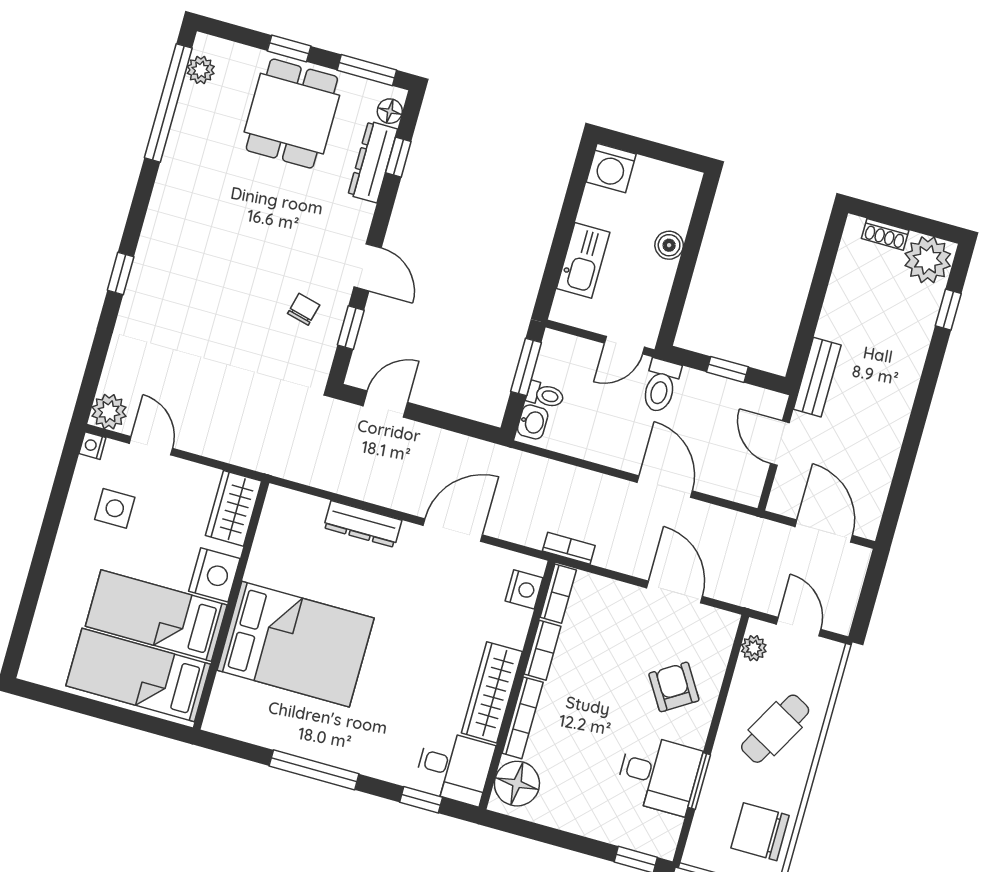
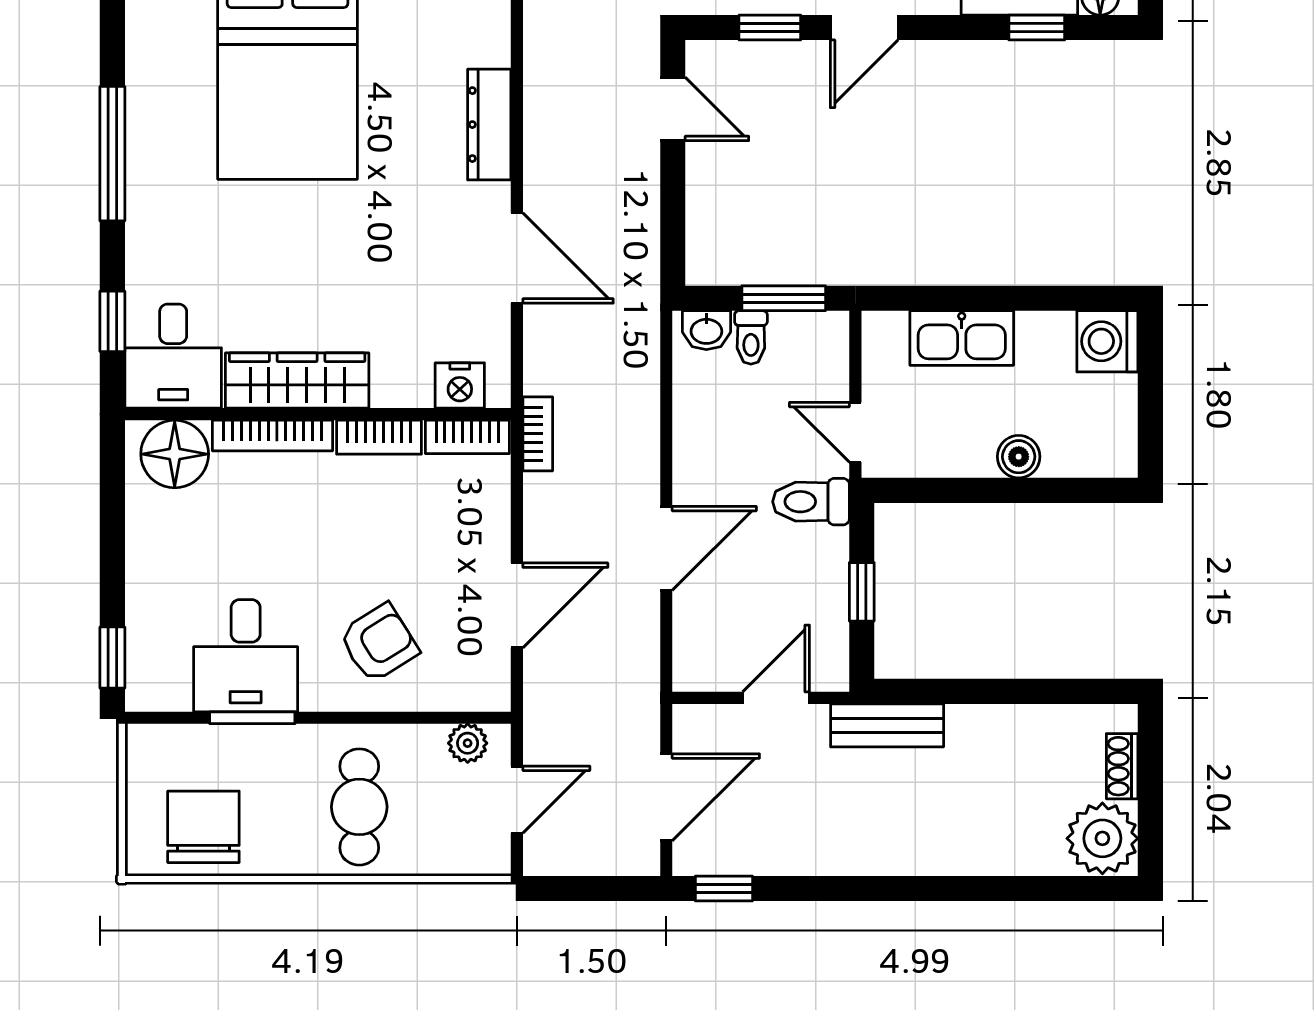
window: (948, 310) -> (724, 888), moved
cafe table: (775, 729) -> (359, 807), turned 61

